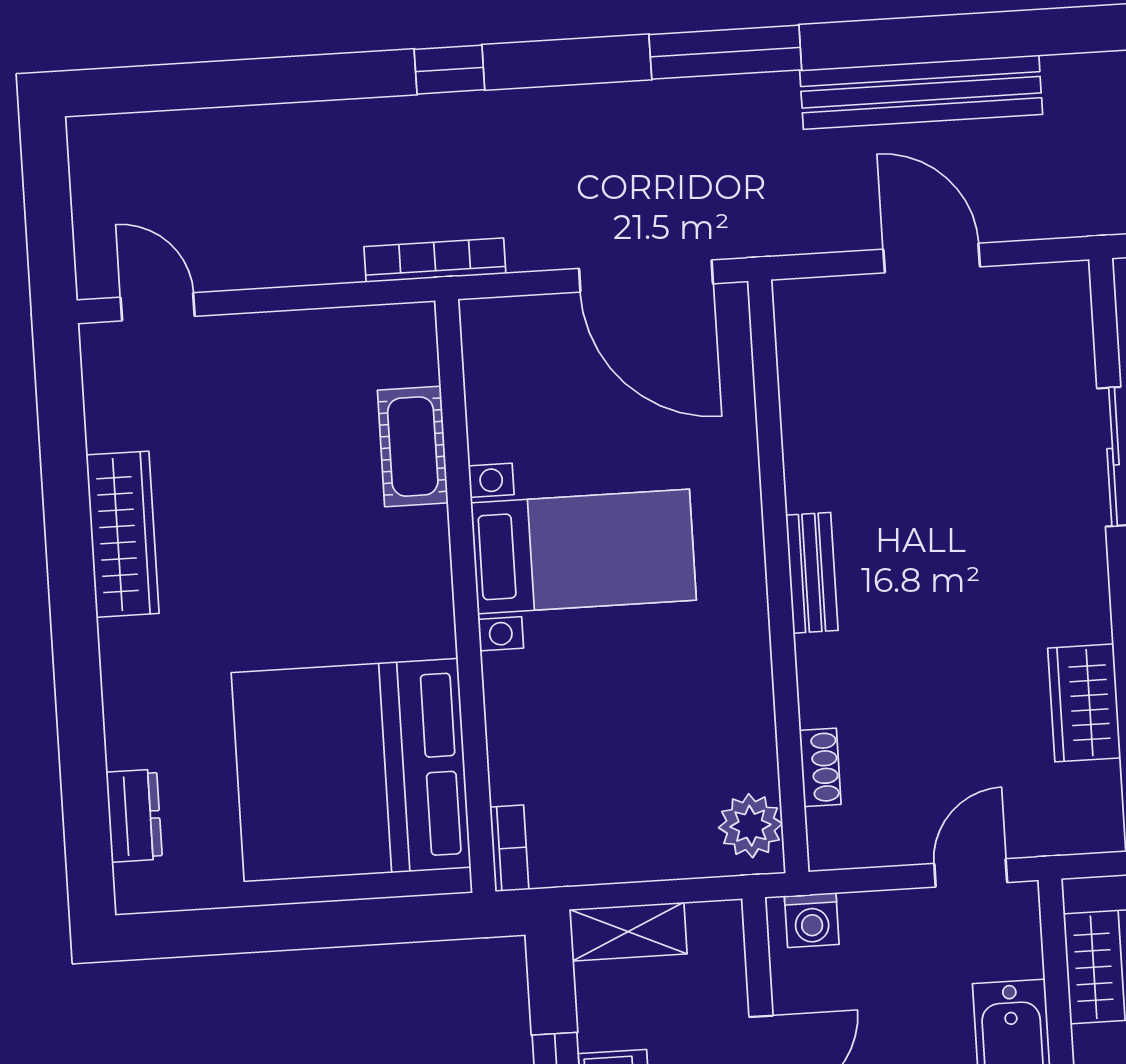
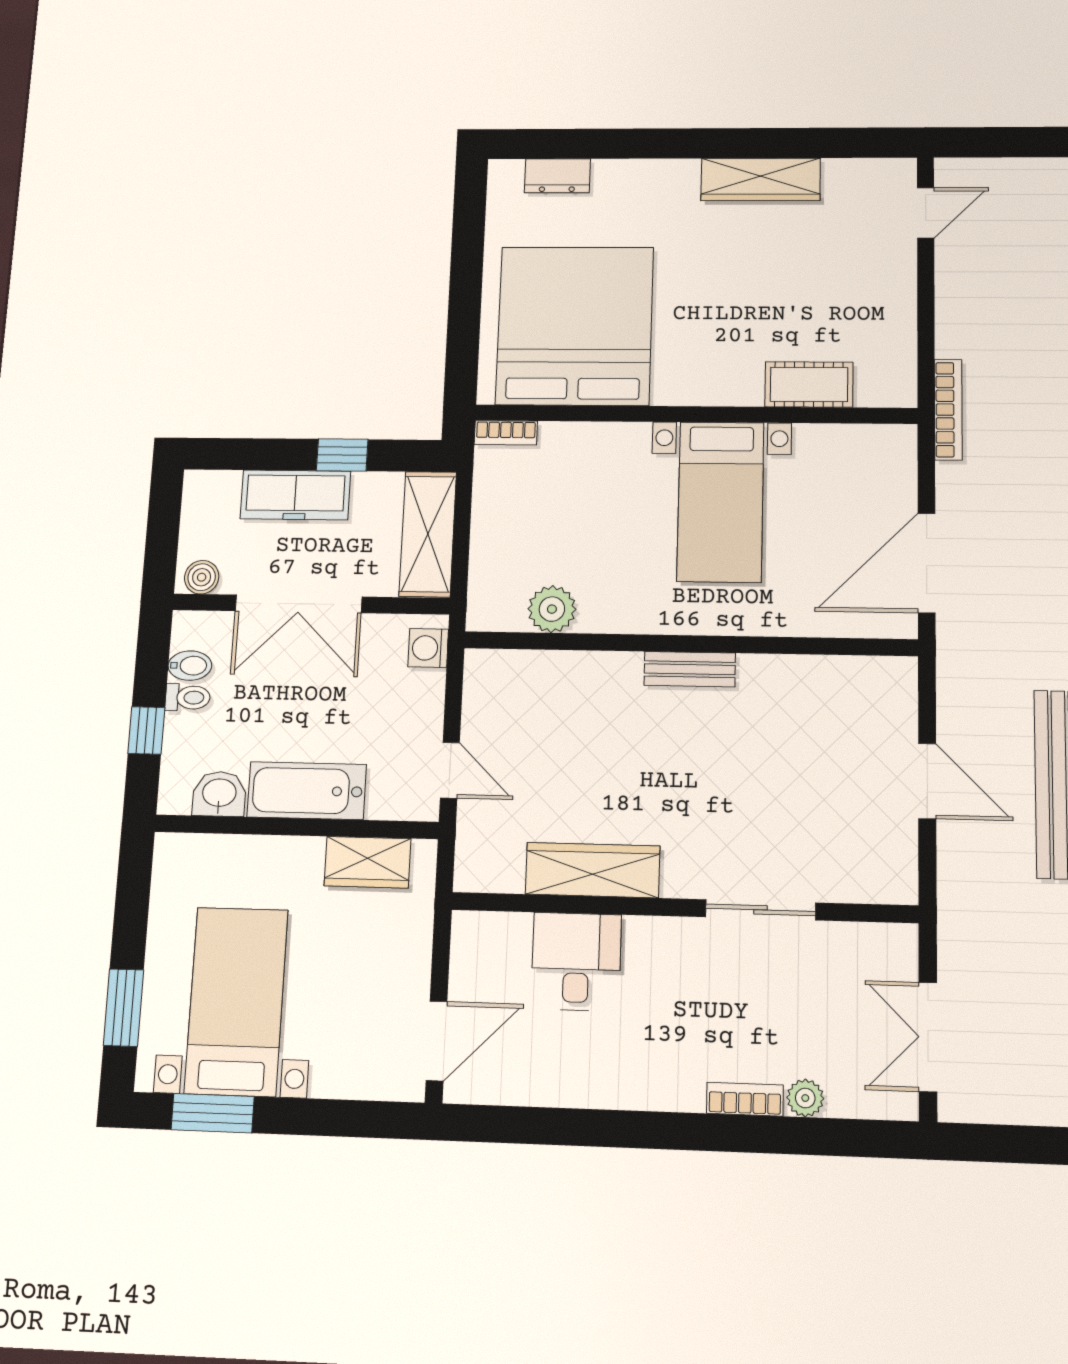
door: (932, 258) -> (927, 781), hinge flipped
wardrobe: (1084, 703) -> (593, 870), width x1.50
shoe rack: (820, 767) -> (542, 663), removed
plant: (751, 826) -> (552, 609), moved
shelving: (628, 932) -> (428, 534), width x1.50, depth x1.33

